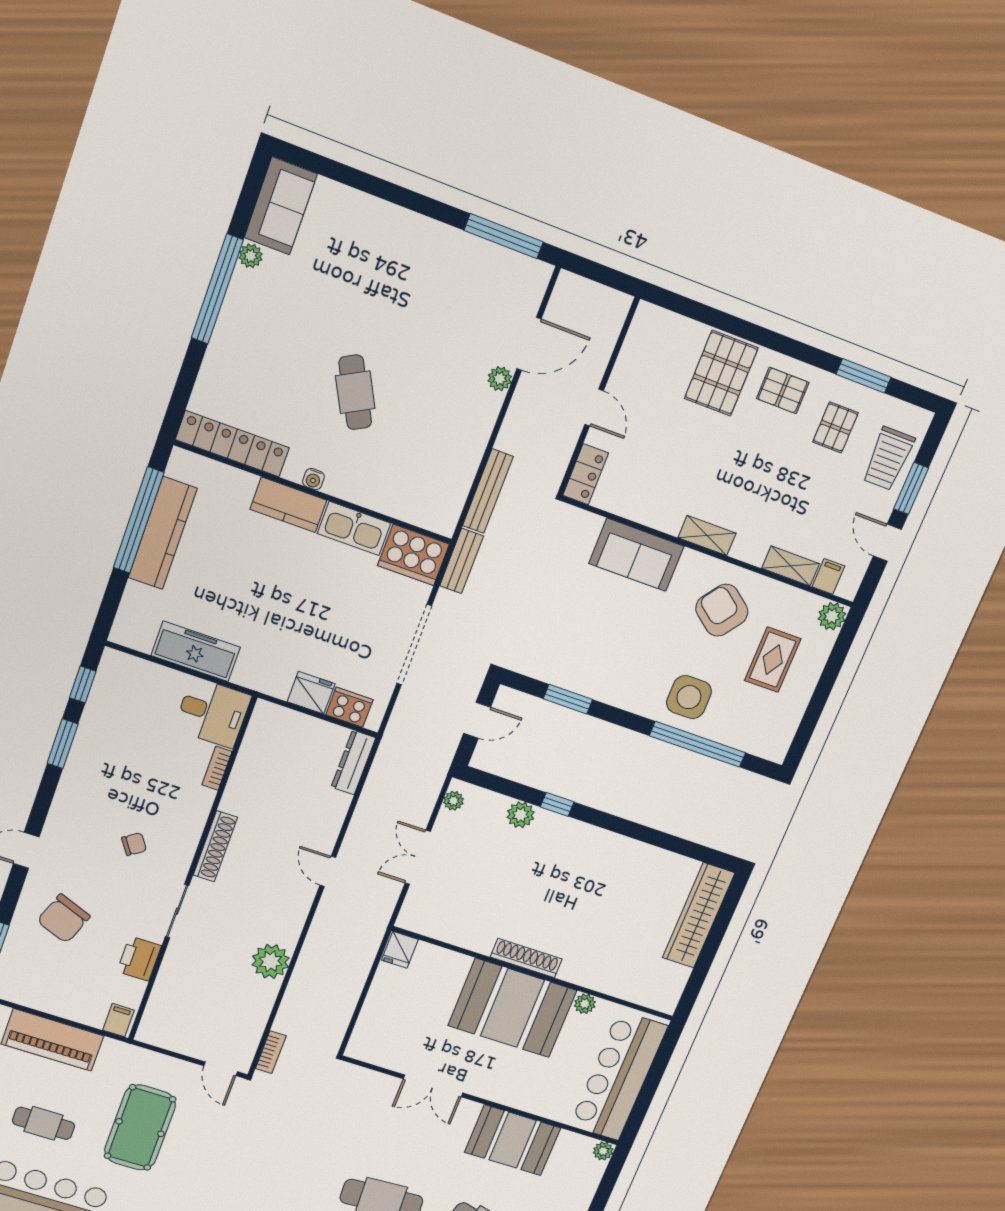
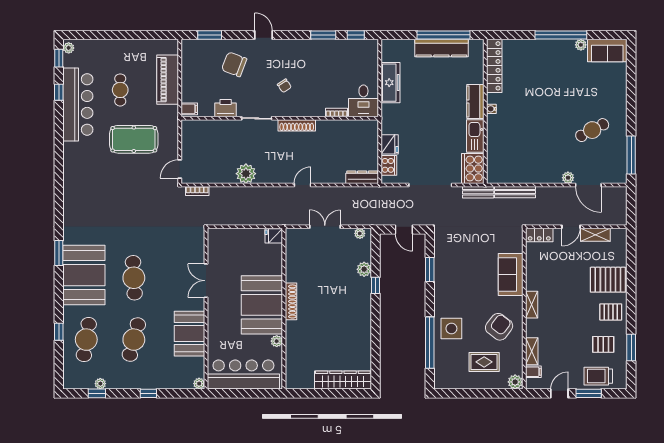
shelving: (628, 366) -> (595, 235), added
pallet: (783, 390) -> (611, 312), turned 90
cafe table: (355, 392) -> (592, 130), moved

